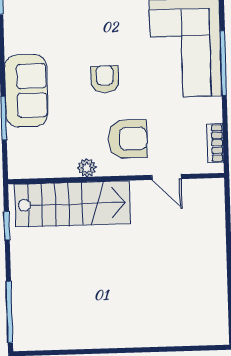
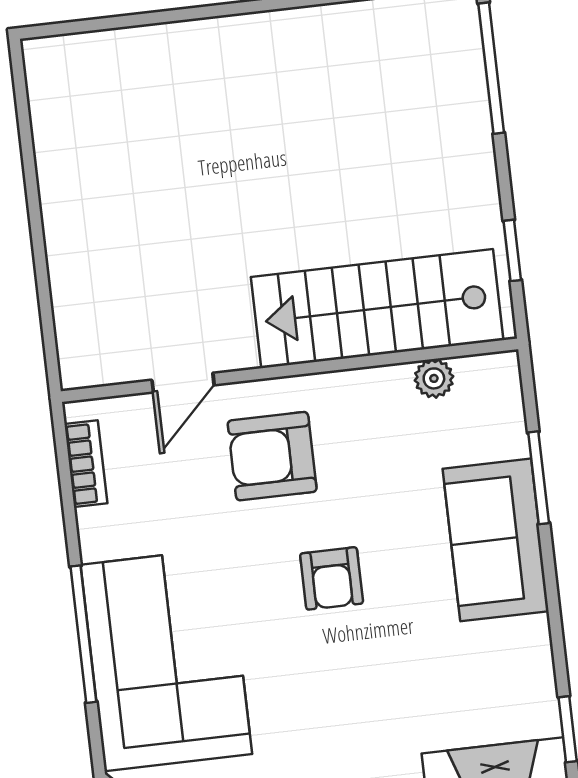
plant: (87, 168) -> (434, 378), moved
door: (166, 177) -> (183, 383), swing flipped

